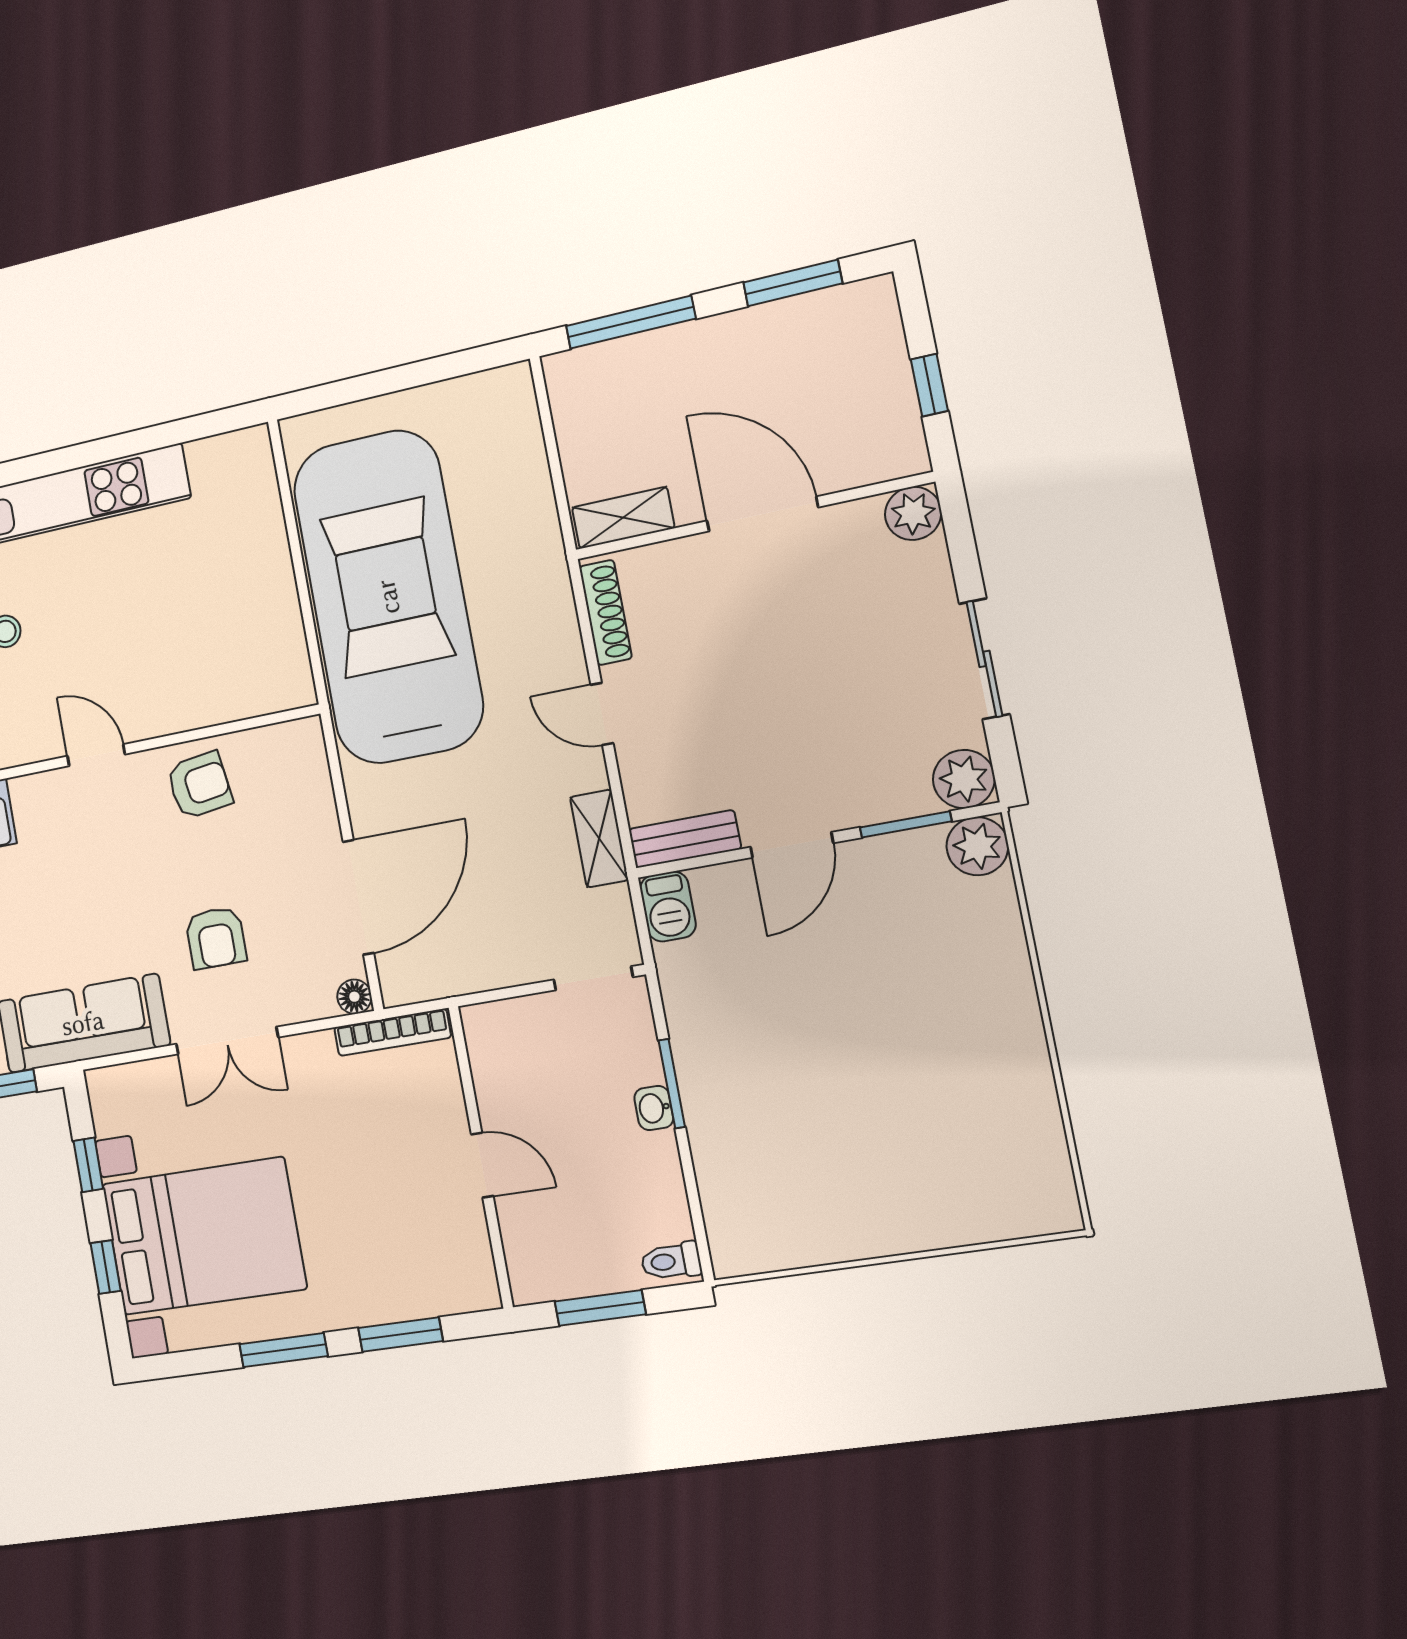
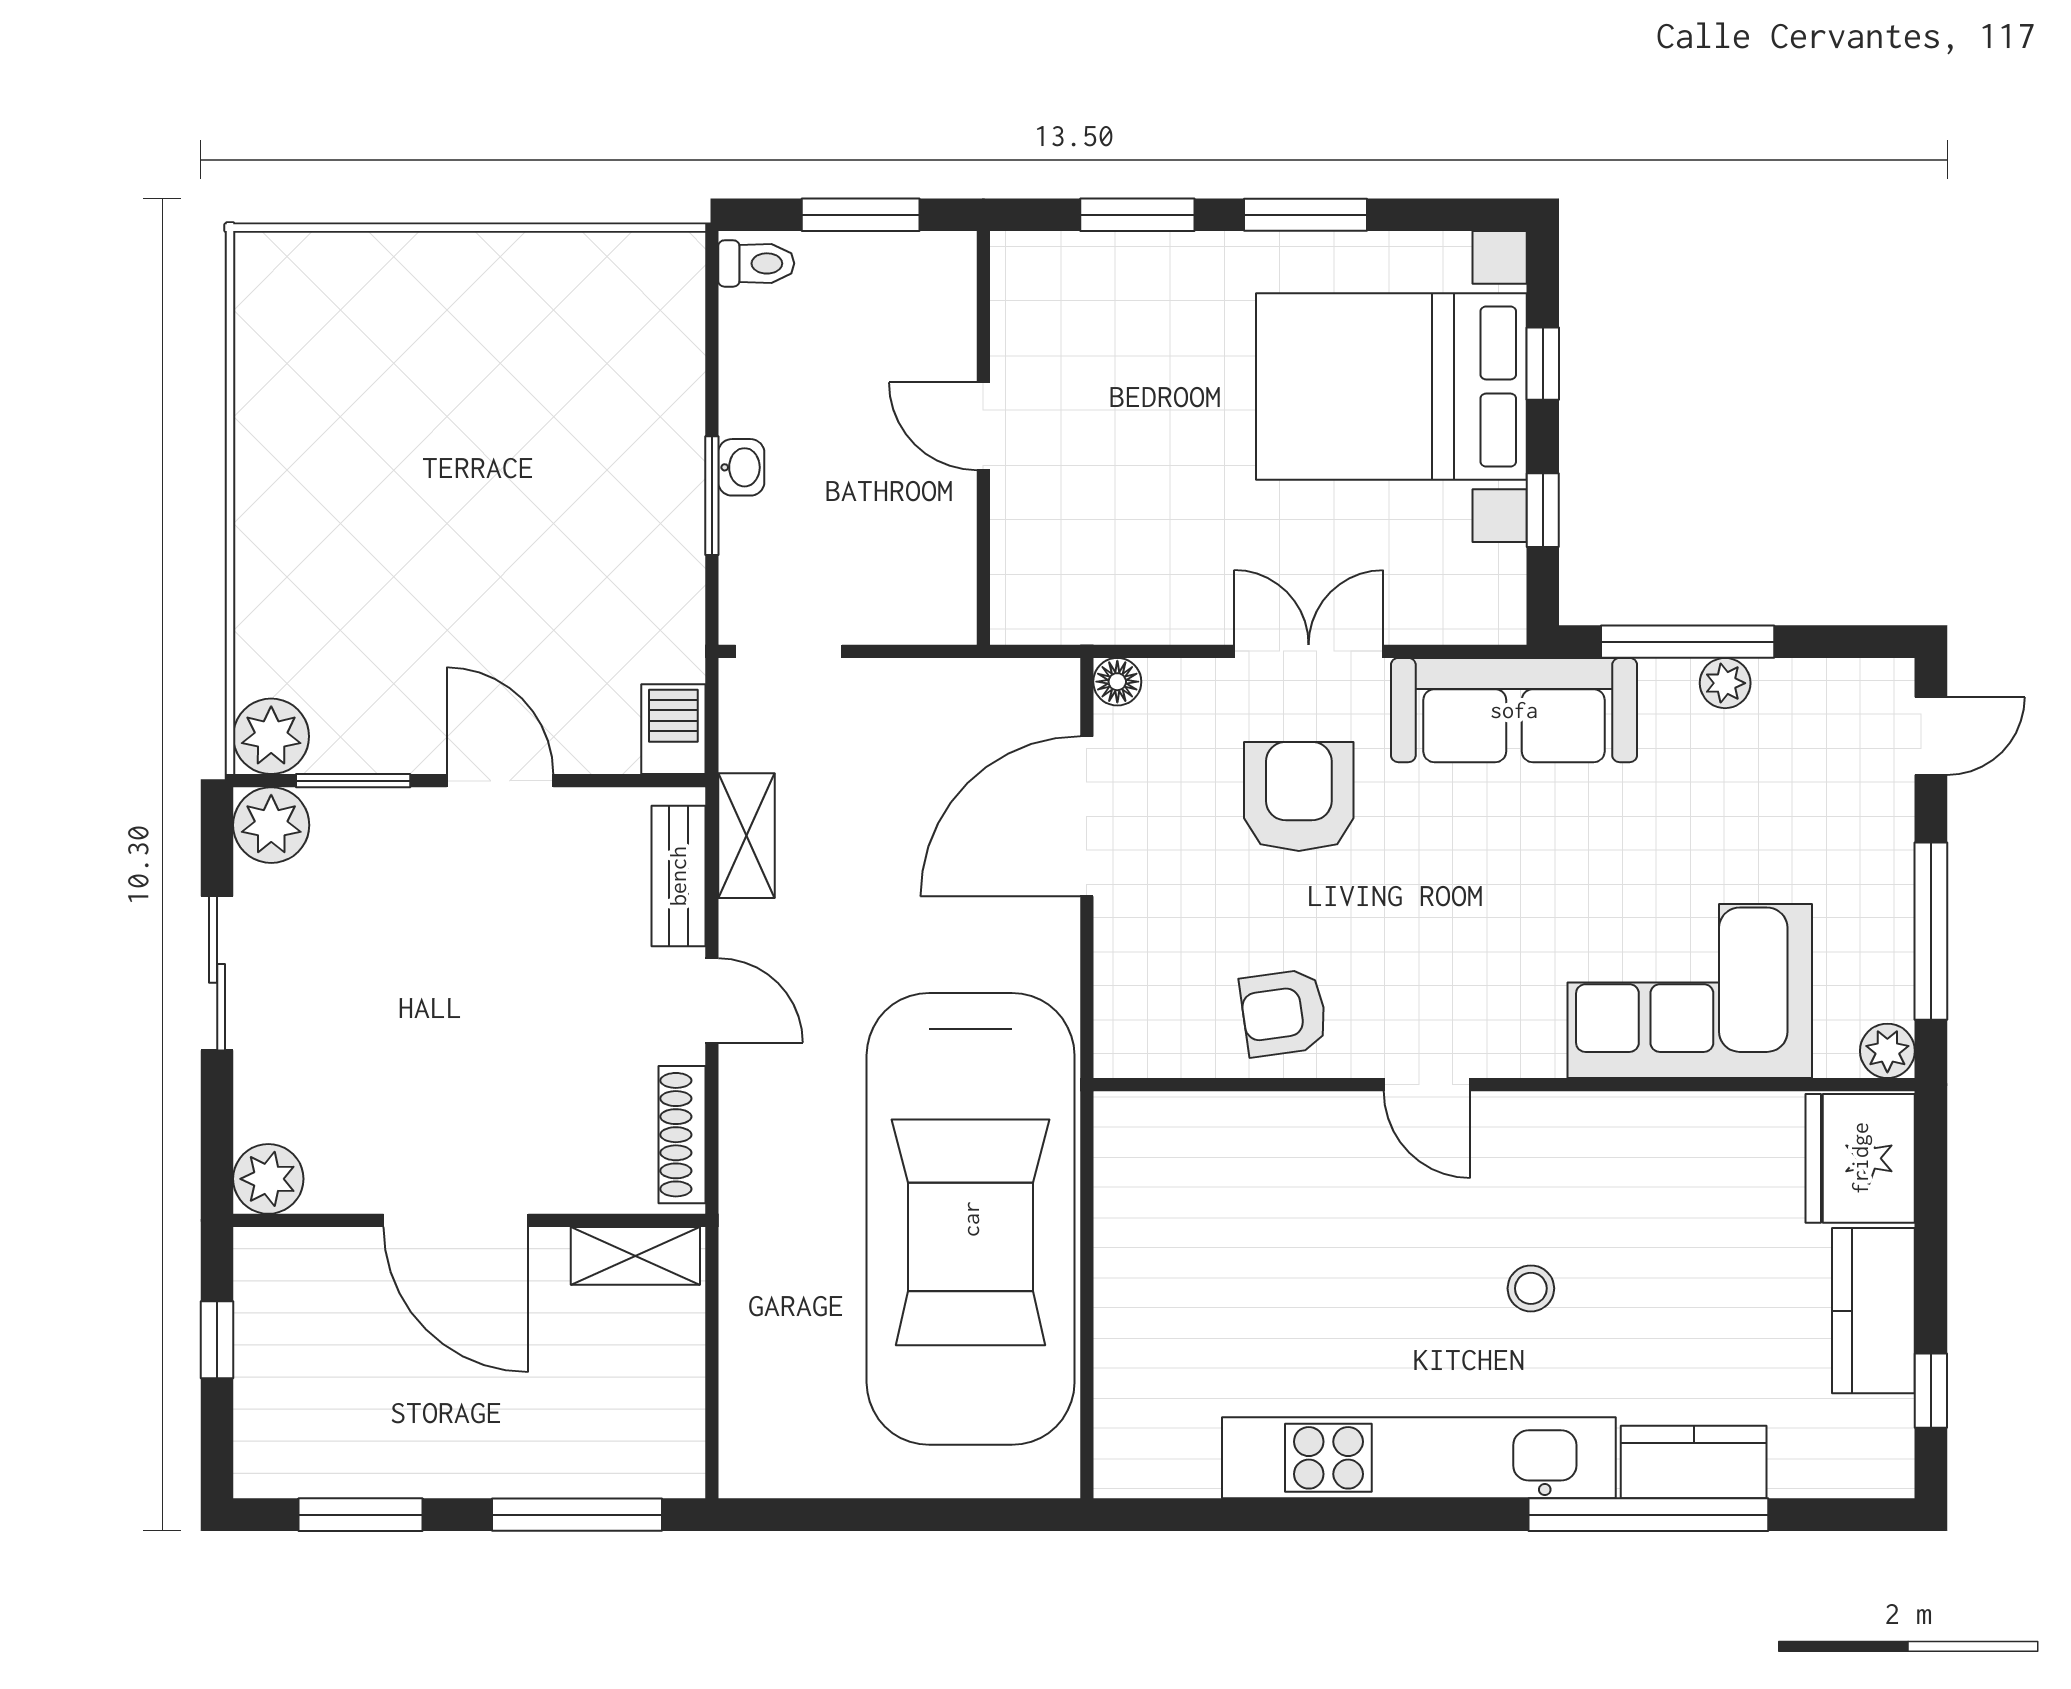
bench: (685, 839) -> (678, 876), moved, turned 90
door: (792, 845) -> (500, 781), hinge flipped
armchair: (216, 938) -> (1299, 796), width x1.38, depth x1.38
bookcase: (392, 1032) -> (1073, 624), removed

